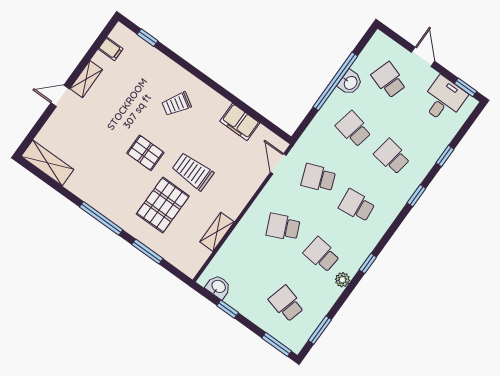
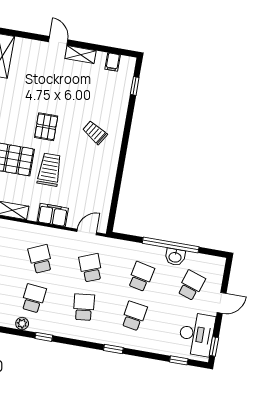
desk: (444, 100) -> (197, 334), width x1.37
filing cabinet: (240, 122) -> (53, 215), moved, turned 90
window: (445, 156) -> (179, 360), moved

